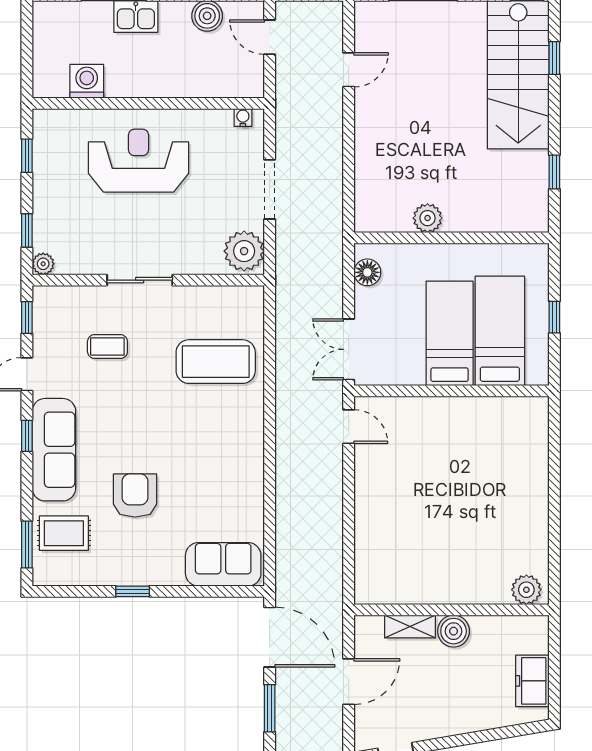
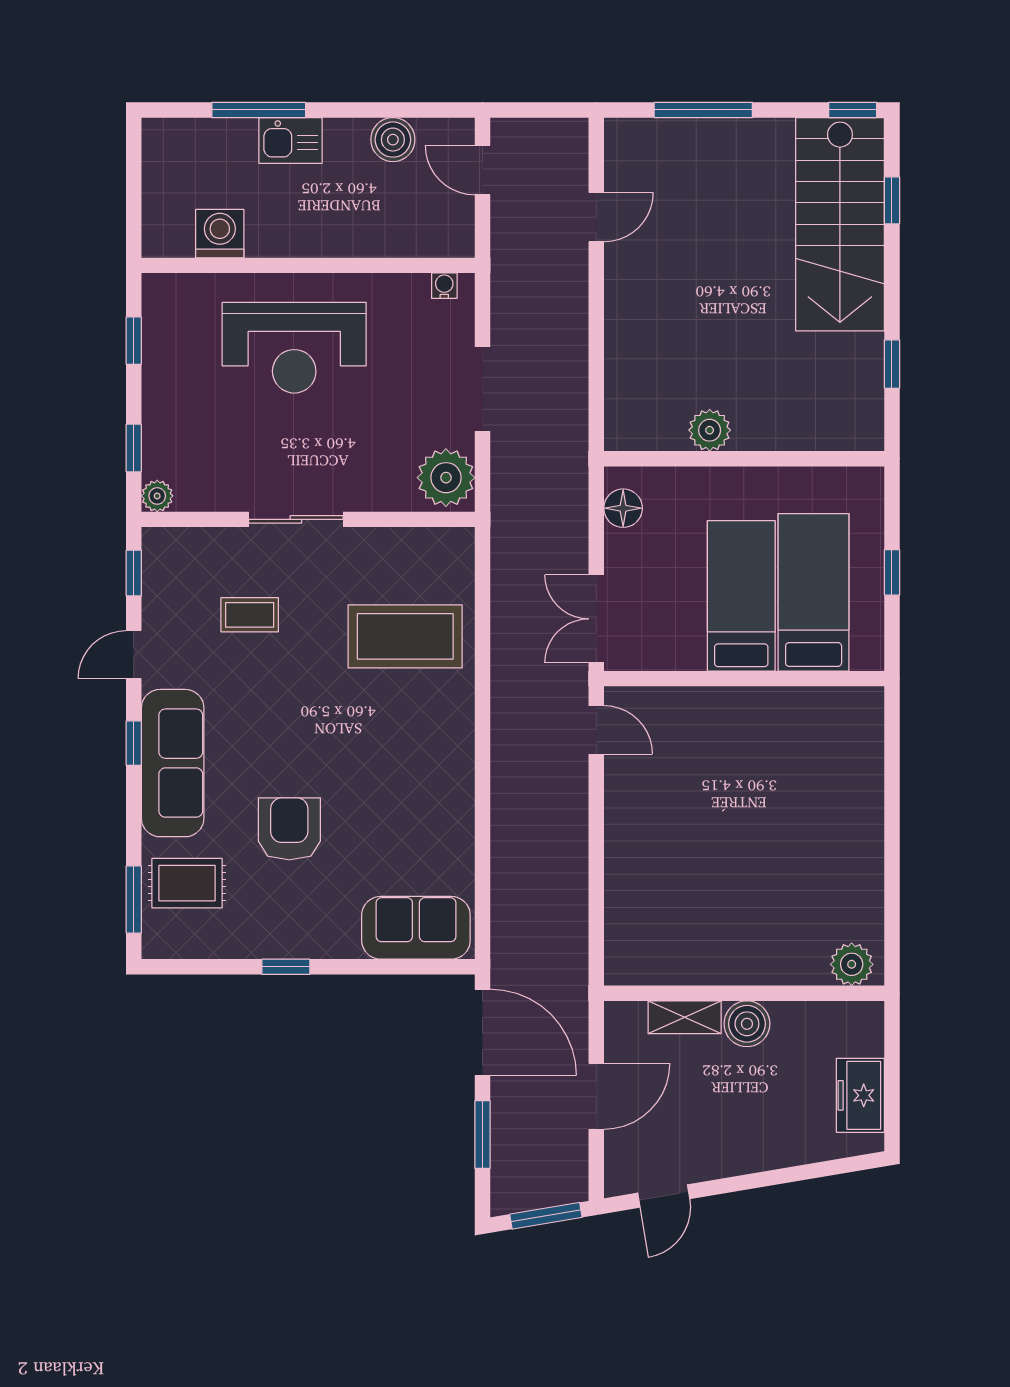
reception desk: (138, 161) -> (294, 348), turned 180

